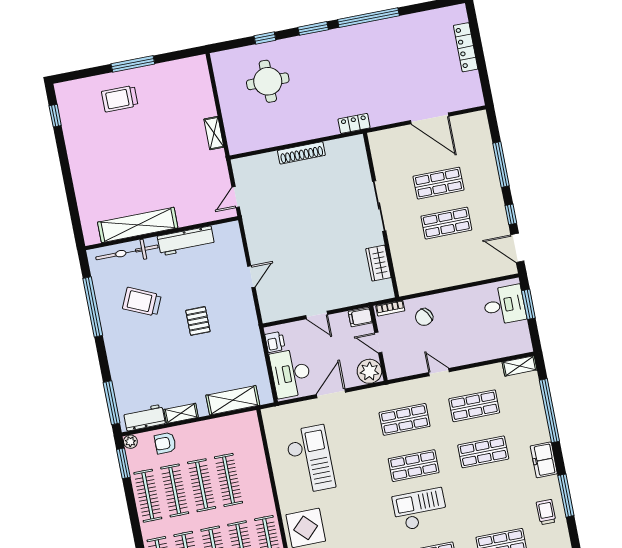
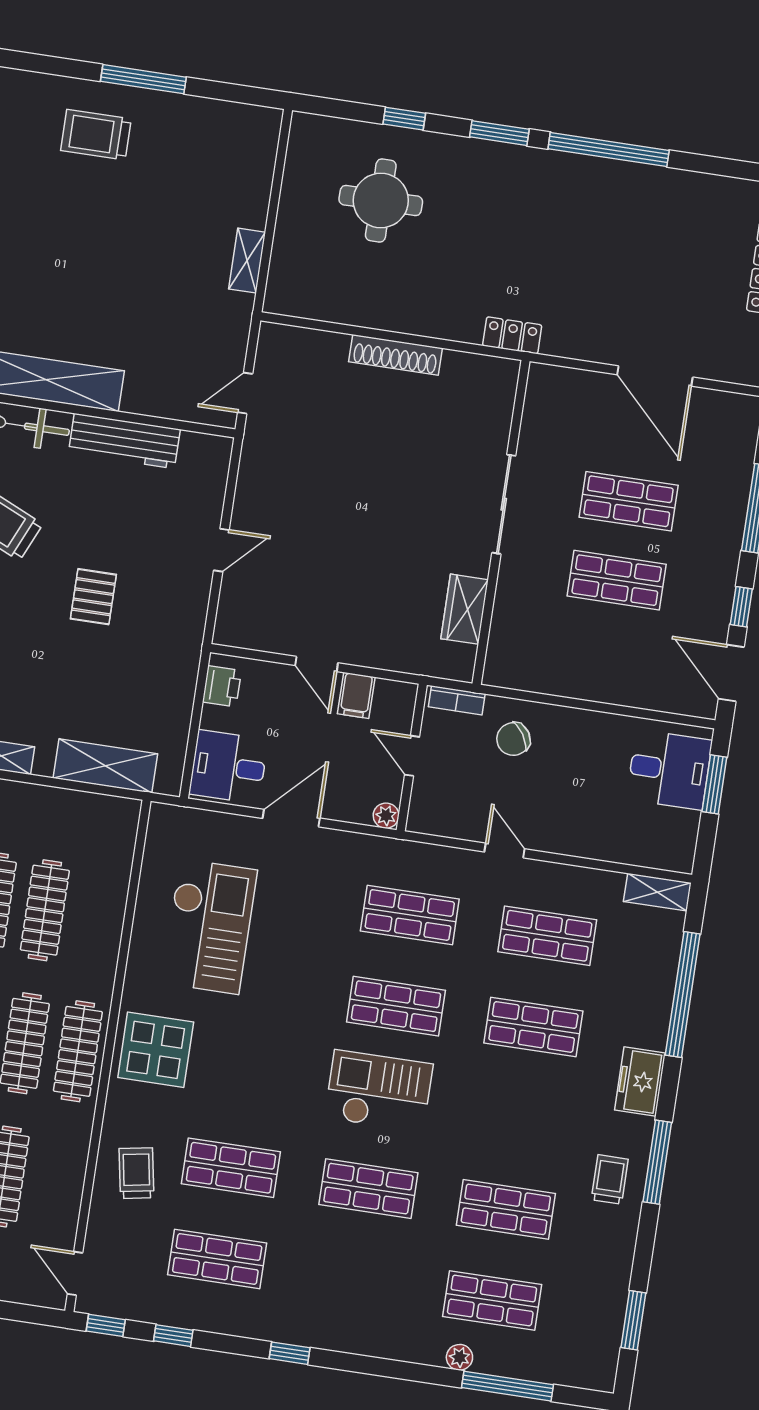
filing cabinet: (360, 317) -> (356, 695), moved, turned -90
plant: (369, 371) -> (386, 816), width x0.53, depth x0.53
desk: (291, 373) -> (228, 767), width x0.73

